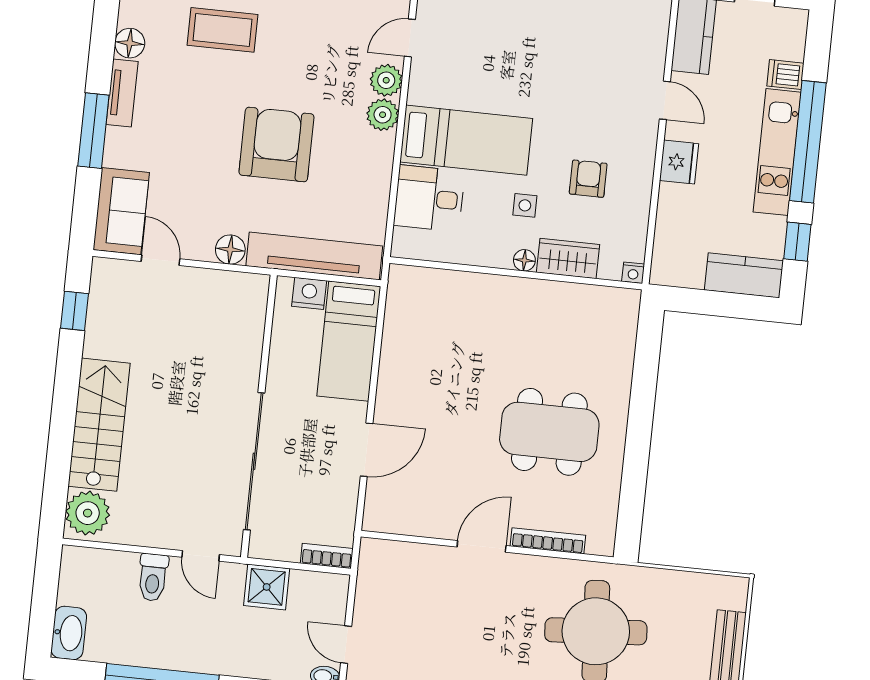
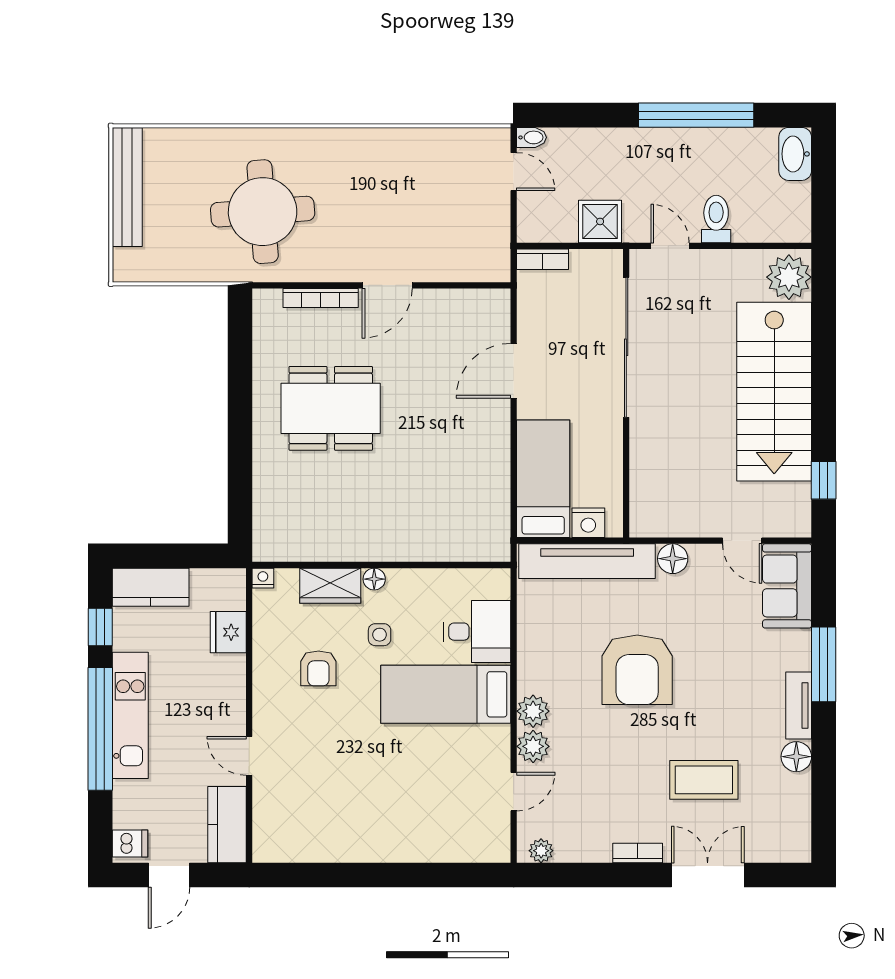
dishwasher: (785, 75) -> (130, 844), moved
fridge: (679, 162) -> (228, 632), moved
stairs: (99, 425) -> (774, 392), width x1.36, depth x1.51

